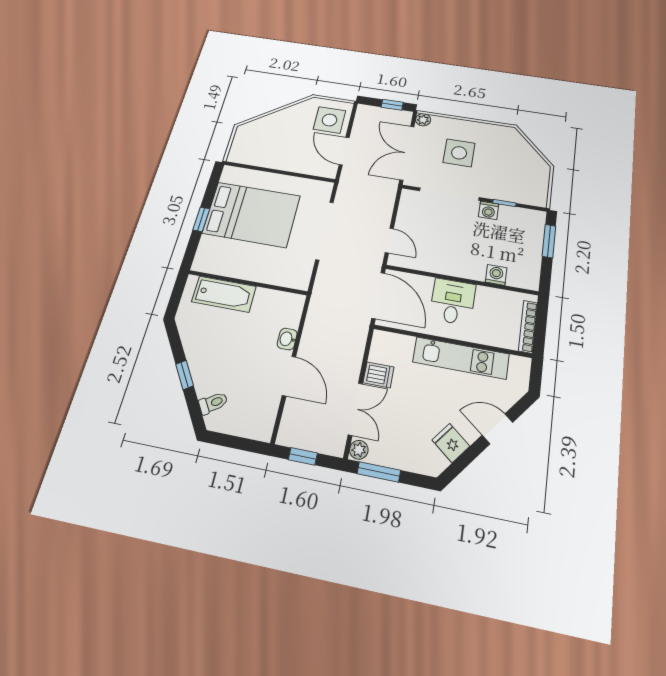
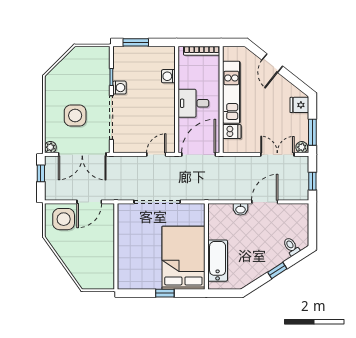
bed: (252, 214) -> (183, 258), moved
dishwasher: (379, 375) -> (232, 132), moved, turned 90
fridge: (451, 443) -> (299, 105), moved, turned 52

